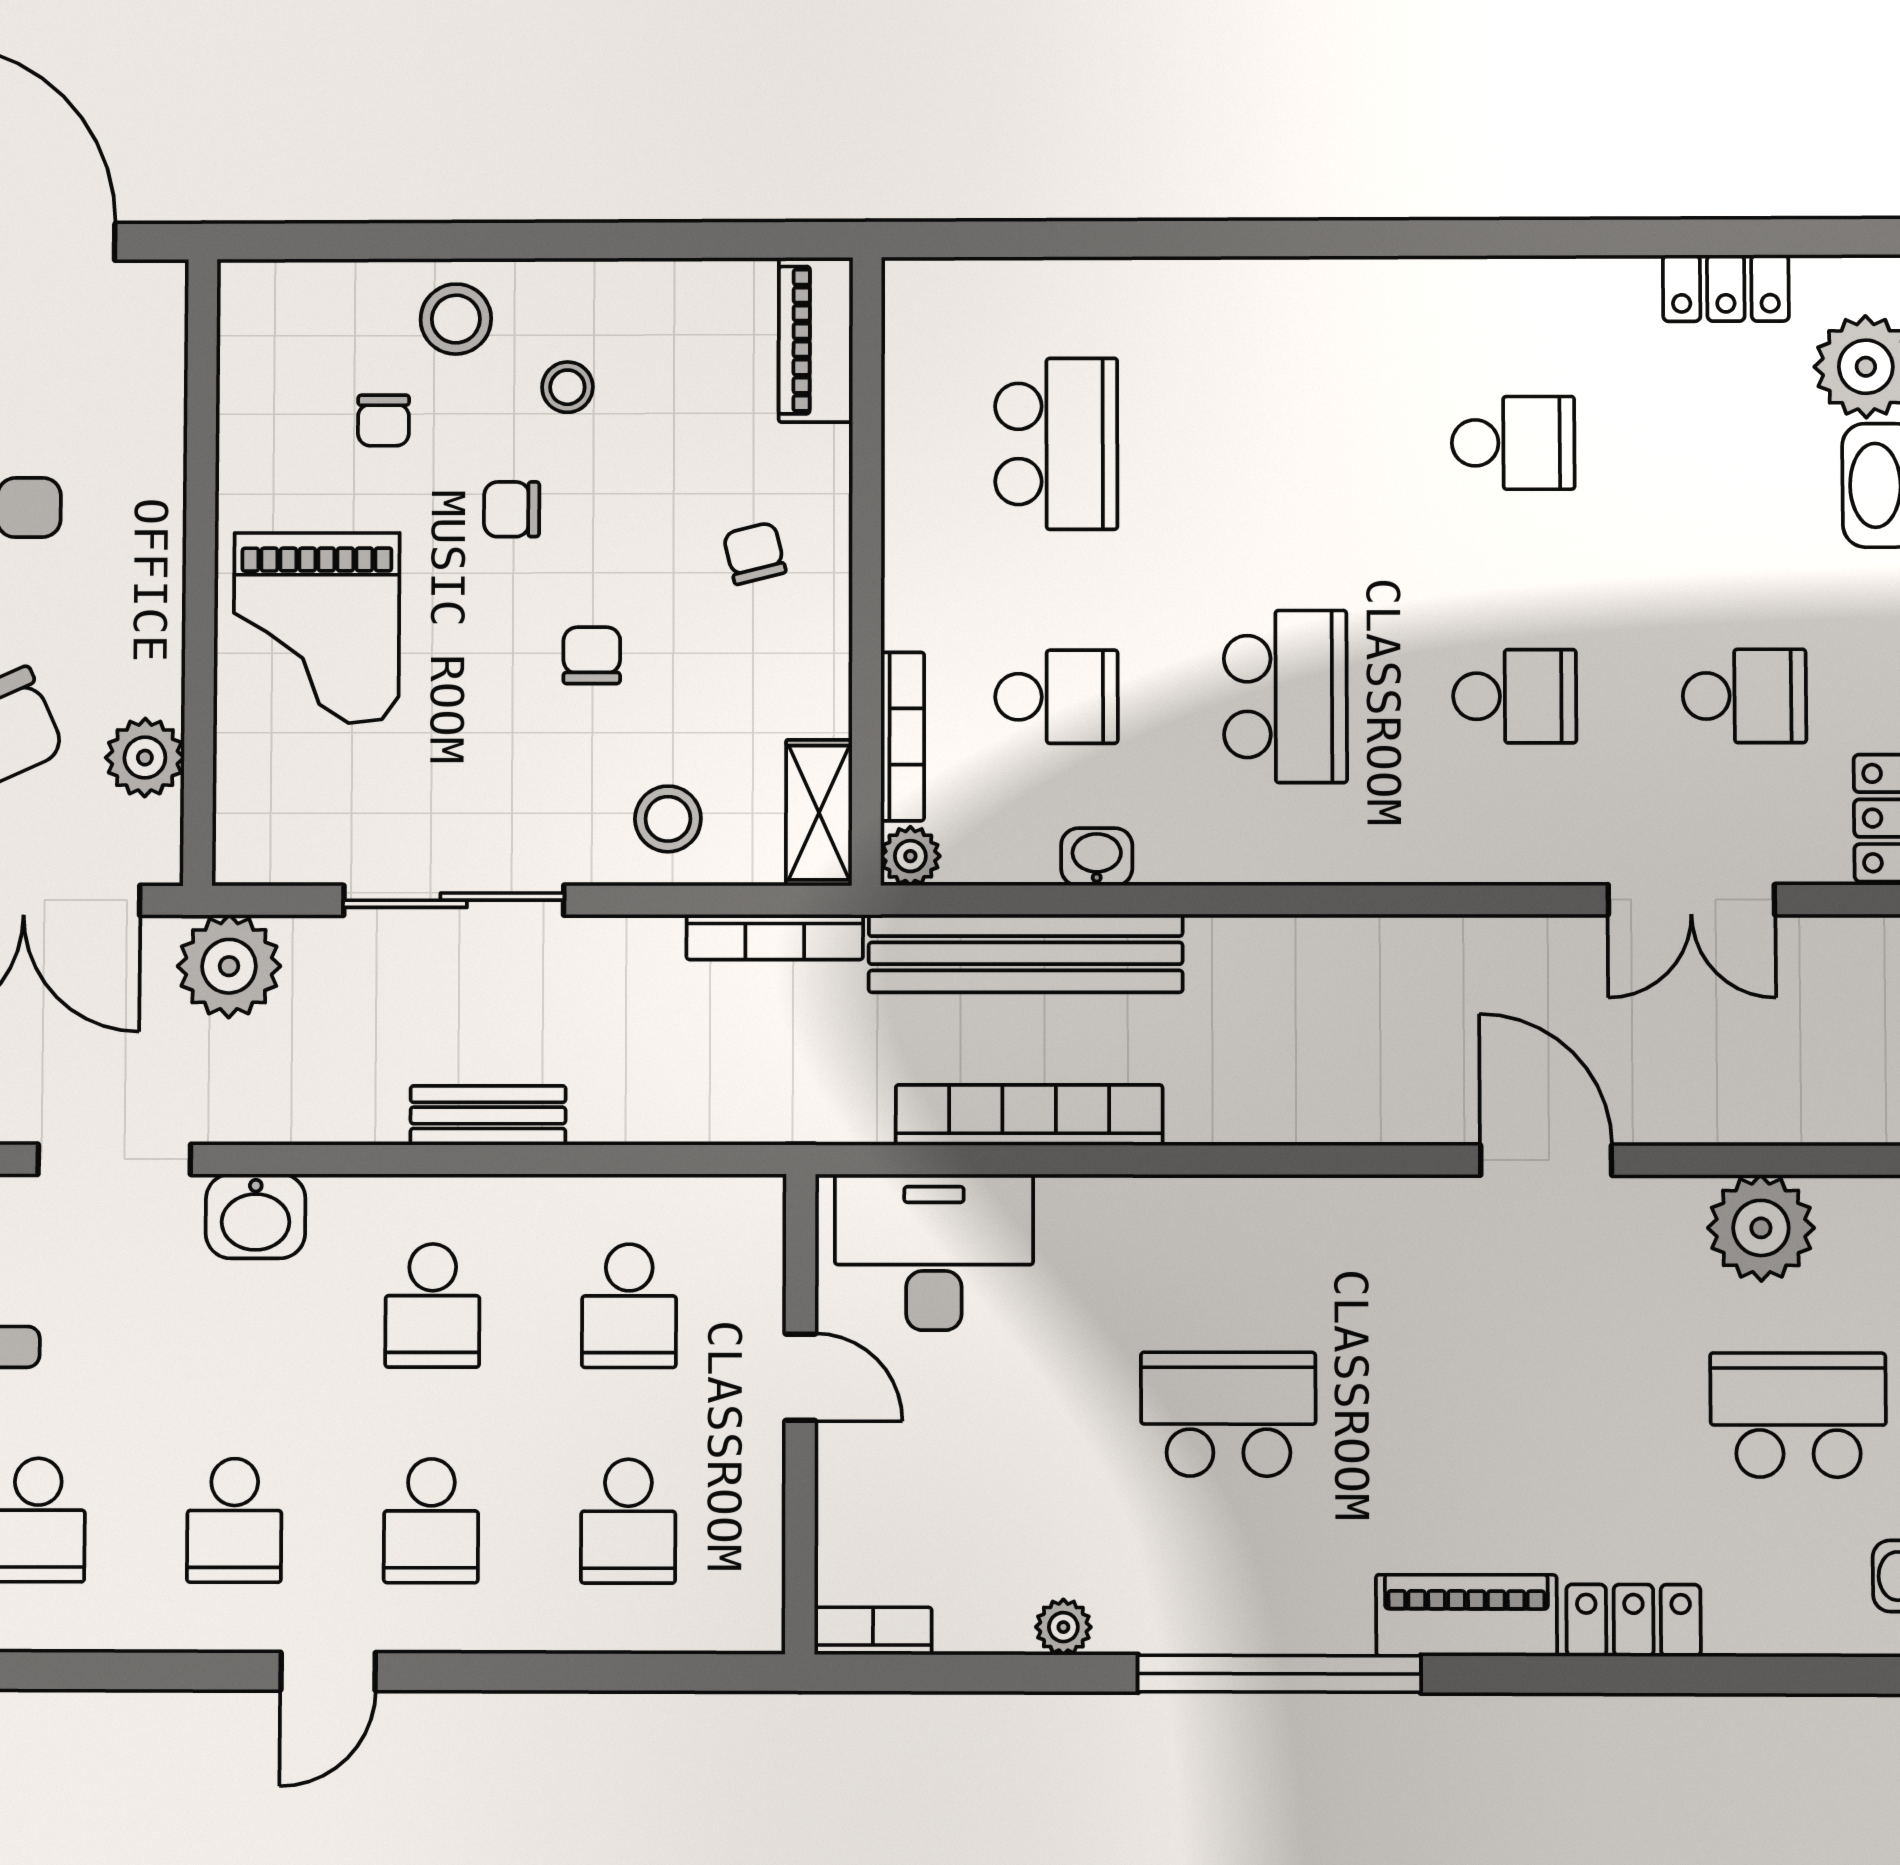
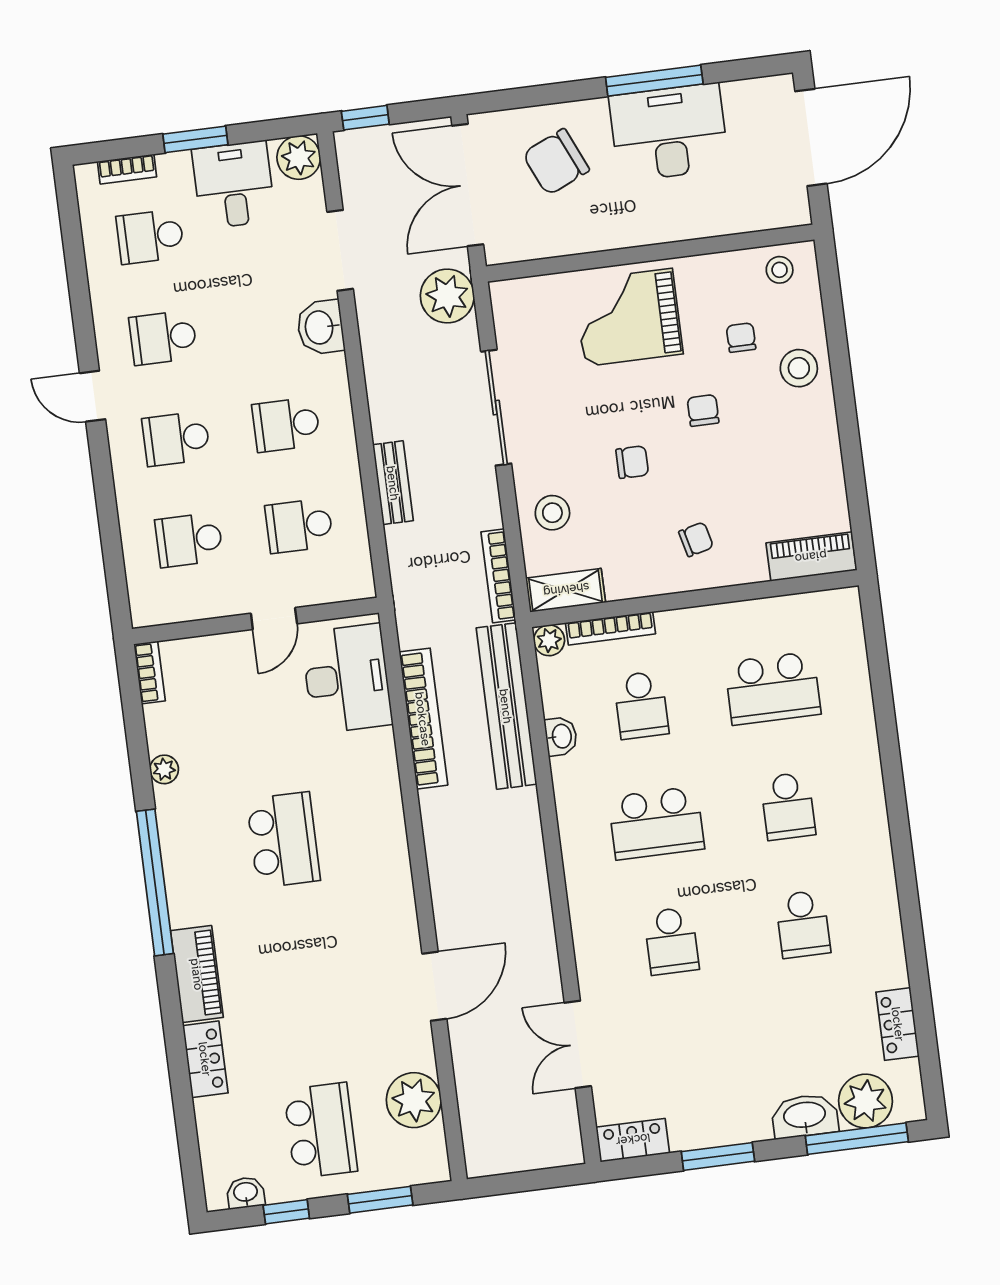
stool: (567, 387) -> (780, 270), moved
chair: (383, 420) -> (741, 338), turned 90
school desk: (1744, 696) -> (788, 806), moved
plant: (145, 758) -> (550, 238), removed
bench: (488, 1115) -> (393, 483), moved

